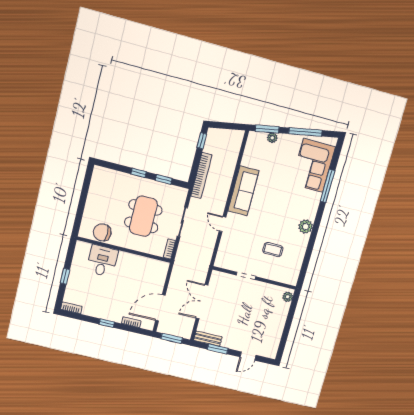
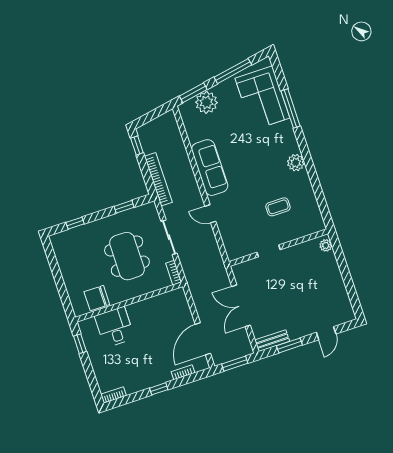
plant: (272, 138) -> (206, 102), width x1.87, depth x1.87
window: (139, 173) -> (75, 223), moved
window: (65, 276) -> (80, 344), moved

